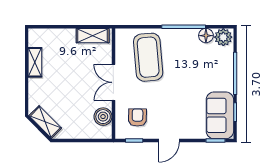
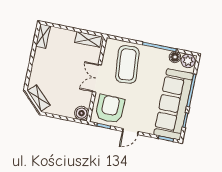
shelving: (35, 62) -> (43, 36), moved
sofa: (220, 115) -> (174, 104), width x1.85, depth x1.27
boiler: (103, 117) -> (82, 113), moved
armchair: (137, 117) -> (110, 109), width x1.88, depth x1.88

